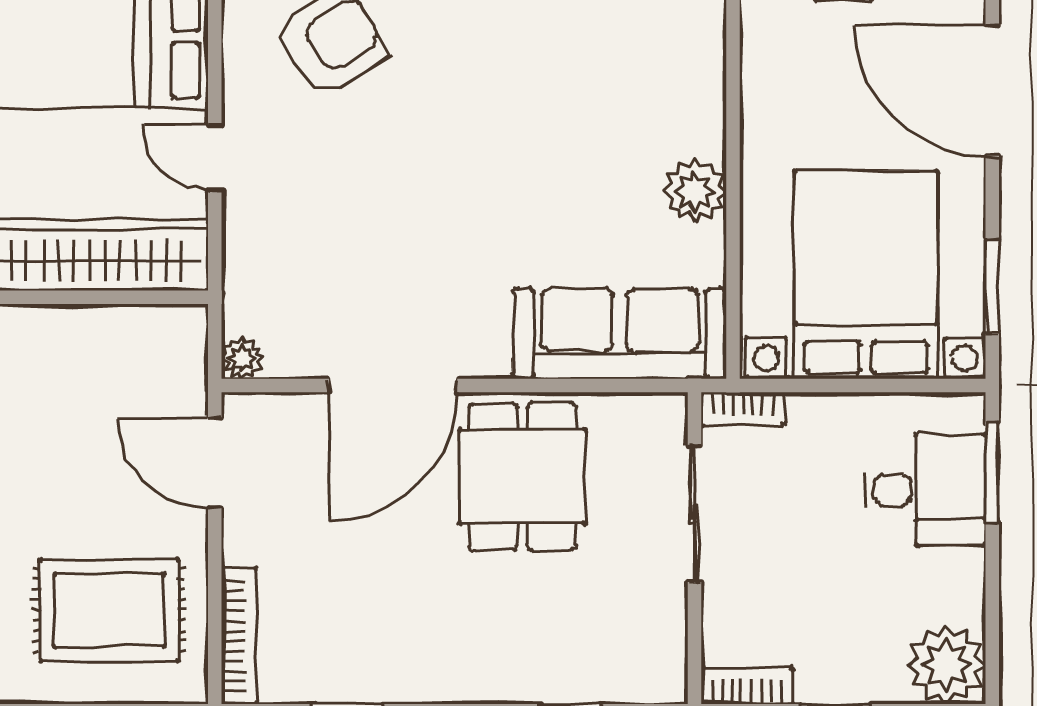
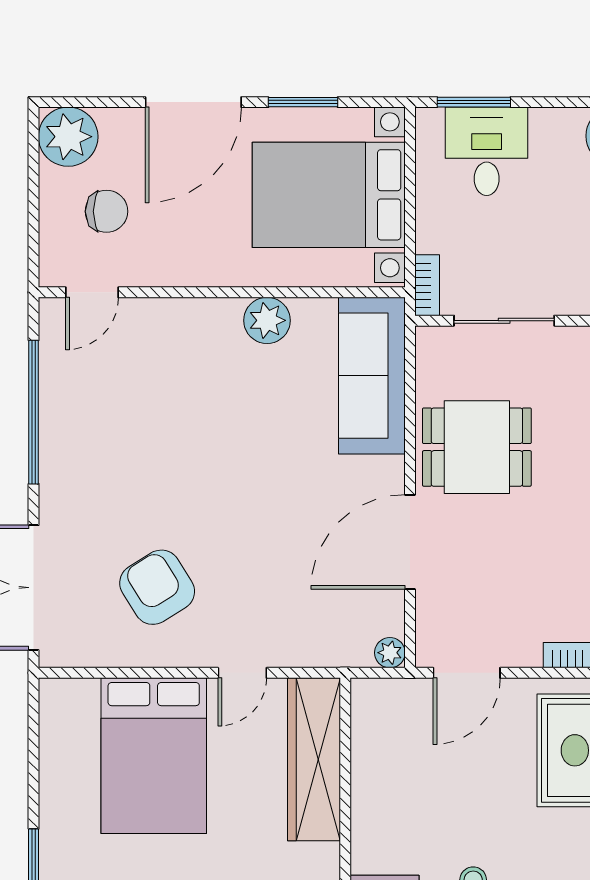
window: (992, 287) -> (303, 102), moved
door: (393, 386) -> (410, 542), swing flipped

